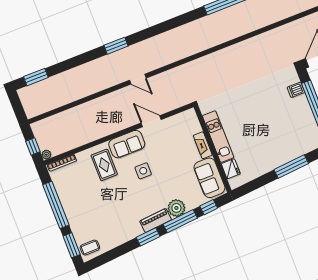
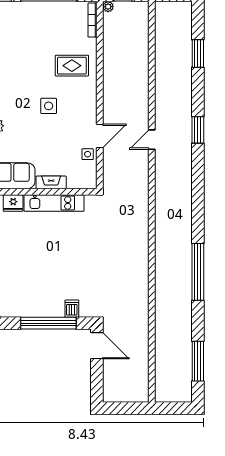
window: (36, 77) -> (198, 54), moved
side table: (169, 125) -> (88, 154), added
sofa: (127, 144) -> (85, 99), removed

